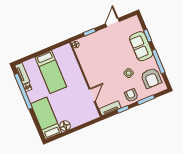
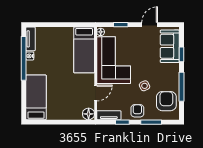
sofa: (141, 46) -> (170, 46), moved
corner sofa: (95, 63) -> (114, 60), added
bed: (51, 72) -> (84, 50), moved
armchair: (151, 78) -> (166, 101), turned 180
floor lamp: (65, 126) -> (89, 114), moved

